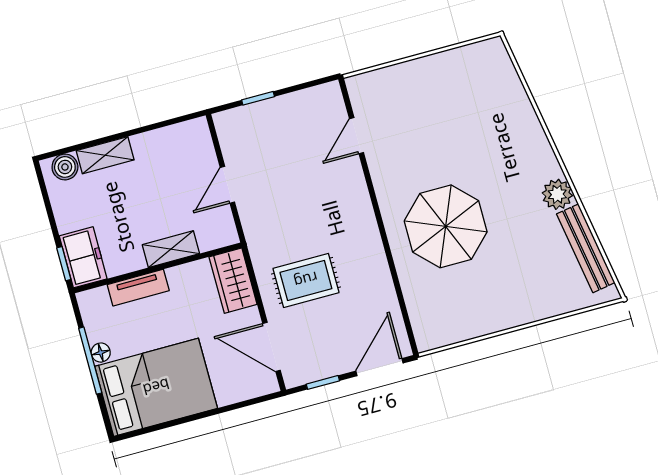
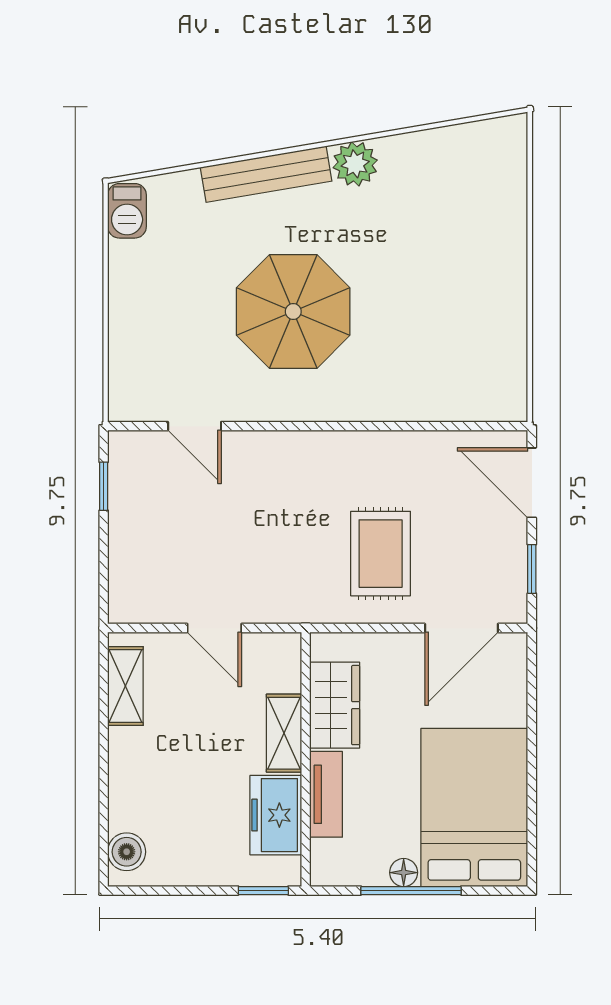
barbecue: (486, 53) -> (127, 211), added
window: (258, 98) -> (104, 486), moved
shelving: (105, 155) -> (125, 686), moved
parasol: (446, 226) -> (293, 312), moved
bench: (586, 248) -> (266, 174), moved
freezer: (83, 257) -> (276, 815), moved, turned -90
wardrobe: (233, 281) -> (335, 705), moved, turned -90

